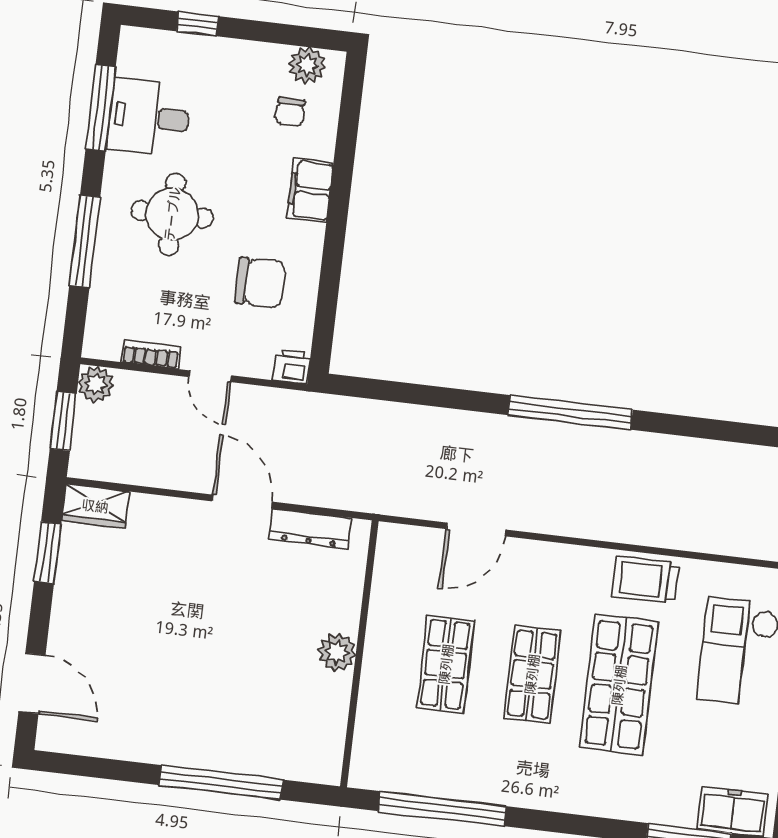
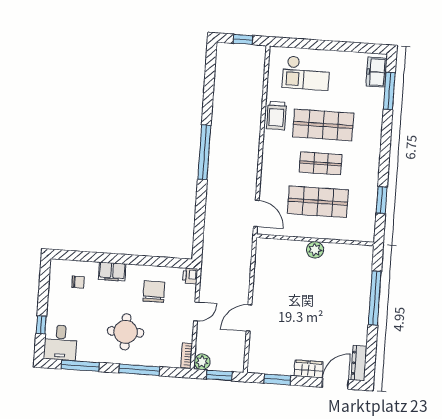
plant: (307, 65) -> (57, 276), removed
desk: (149, 117) -> (60, 343), moved
bookcase: (151, 354) -> (187, 356), moved
door: (242, 501) -> (249, 318), moved
wardrobe: (95, 506) -> (309, 369), moved, turned -90
dresser: (310, 529) -> (359, 363), moved, turned 180
door: (476, 529) -> (256, 213), moved
shop shelf: (446, 664) -> (318, 202), width x1.43, depth x1.36
window: (442, 809) -> (382, 200), width x0.47

